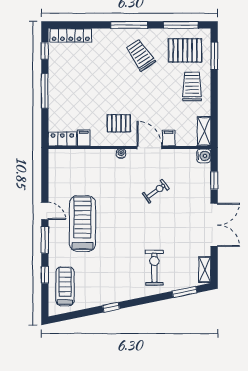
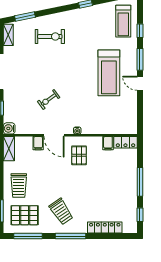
locker: (71, 35) -> (105, 228), moved
pallet: (119, 123) -> (79, 155), turned 90
exercise bike: (154, 268) -> (50, 36), turned -90

